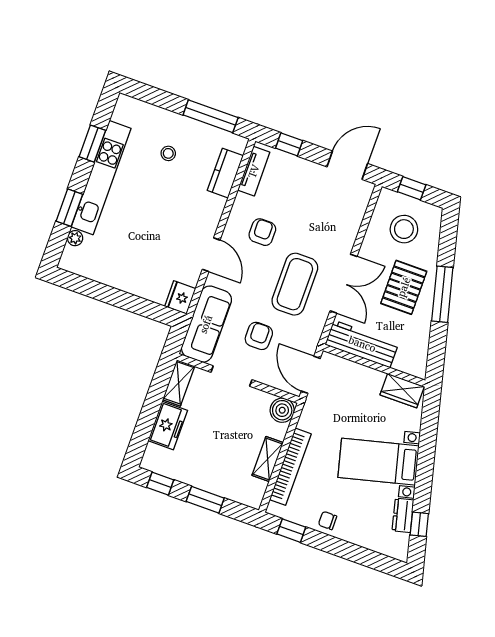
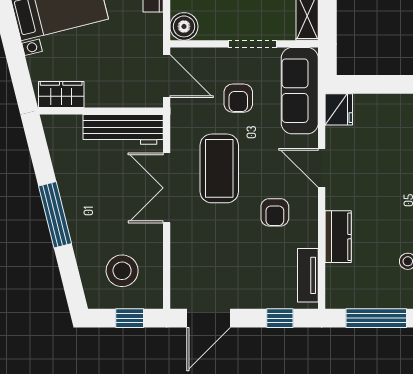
kitchen counter: (225, 173) -> (338, 237), moved
pallet: (404, 287) -> (100, 207), removed

